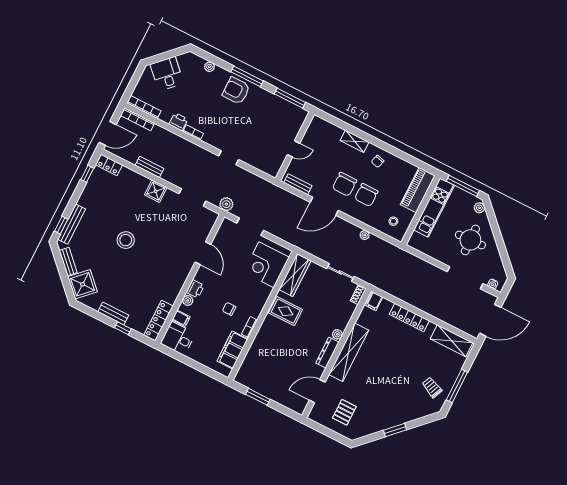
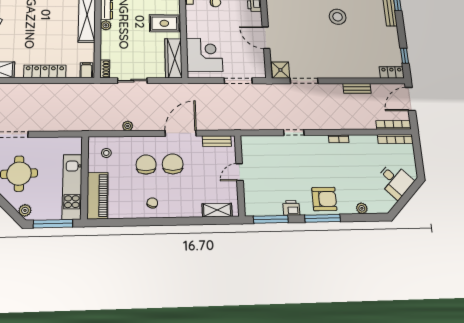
printer: (178, 122) -> (291, 208), moved, turned 180
shelving: (355, 141) -> (217, 210), moved
shower: (156, 191) -> (280, 70), moved
plant: (226, 204) -> (271, 90), removed

